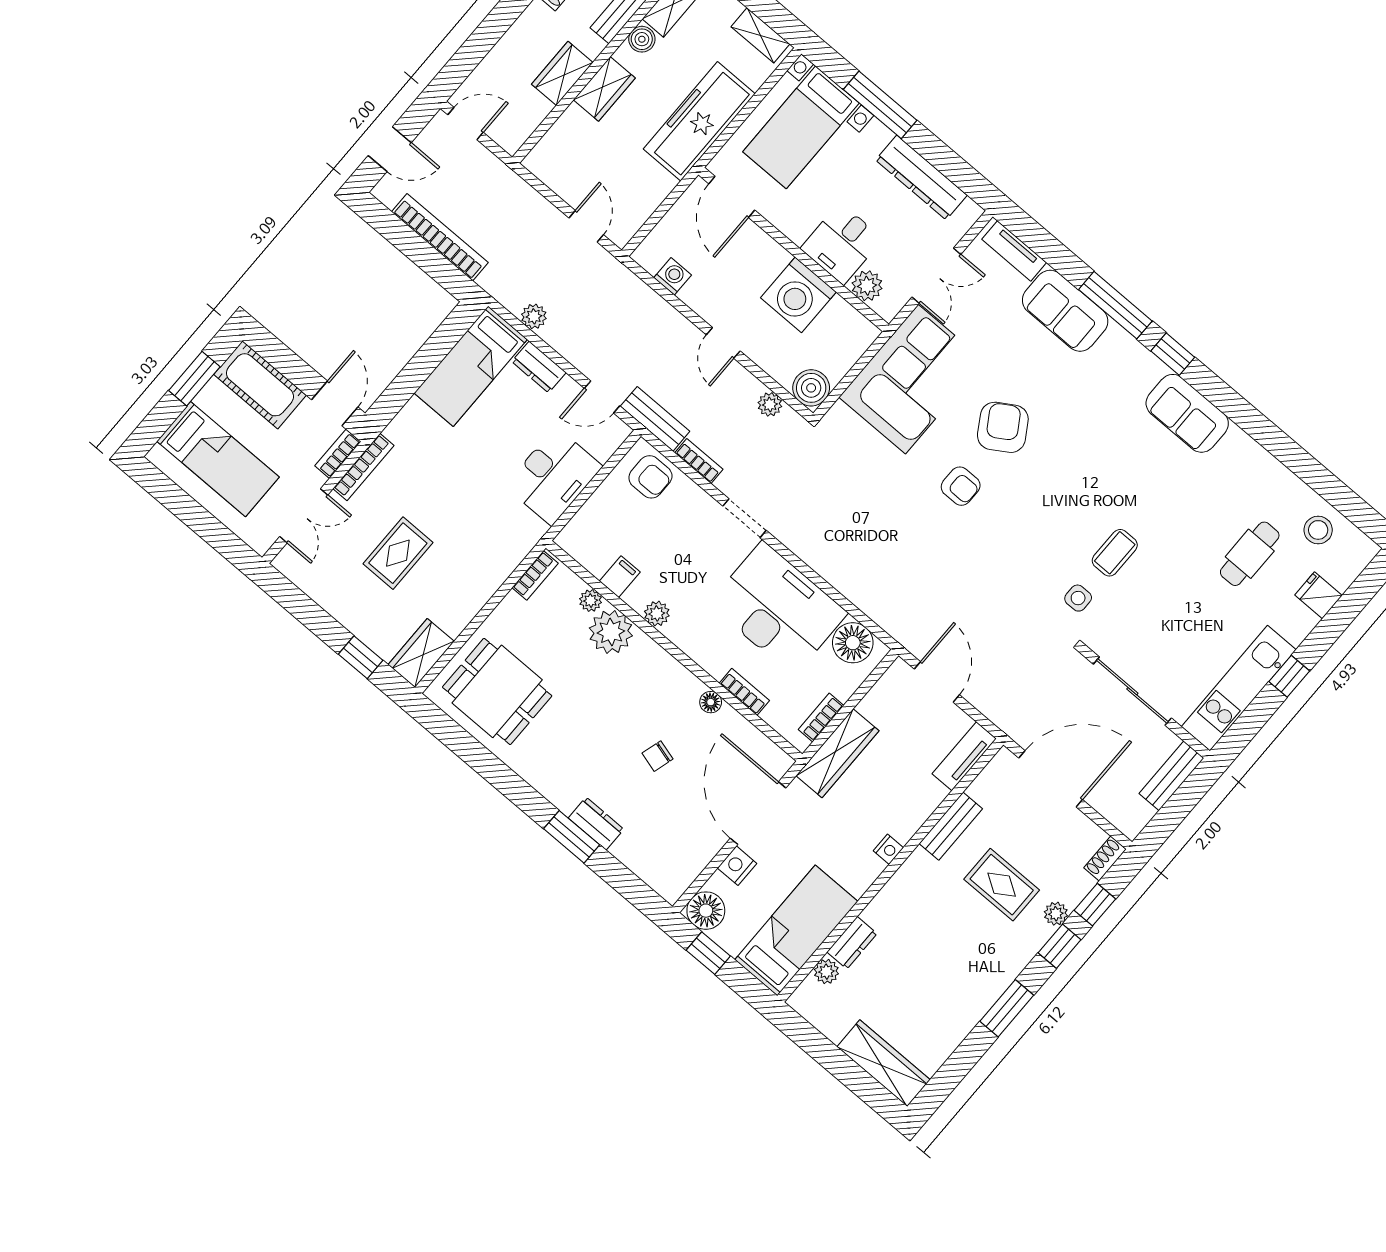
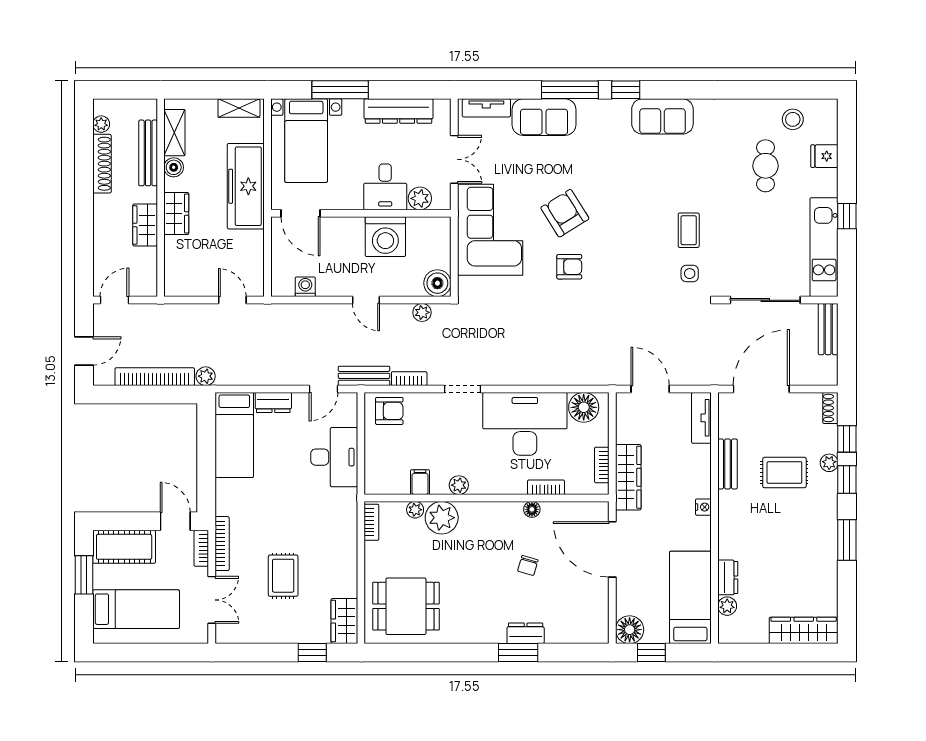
plant: (534, 316) -> (206, 376), moved
nightstand: (737, 866) -> (626, 589), removed

